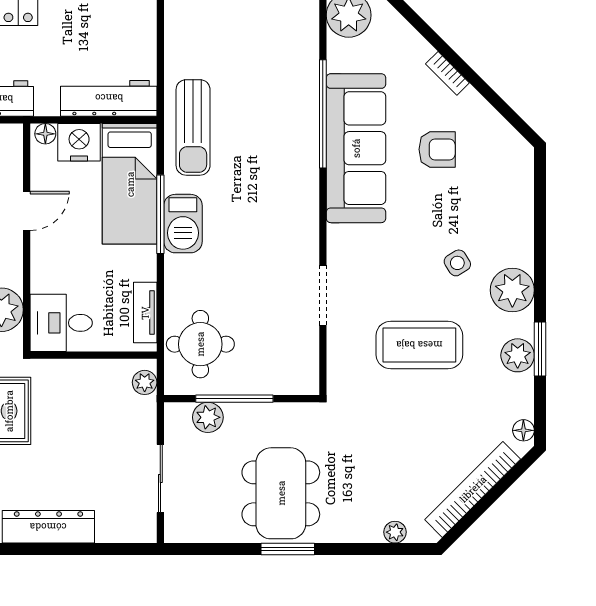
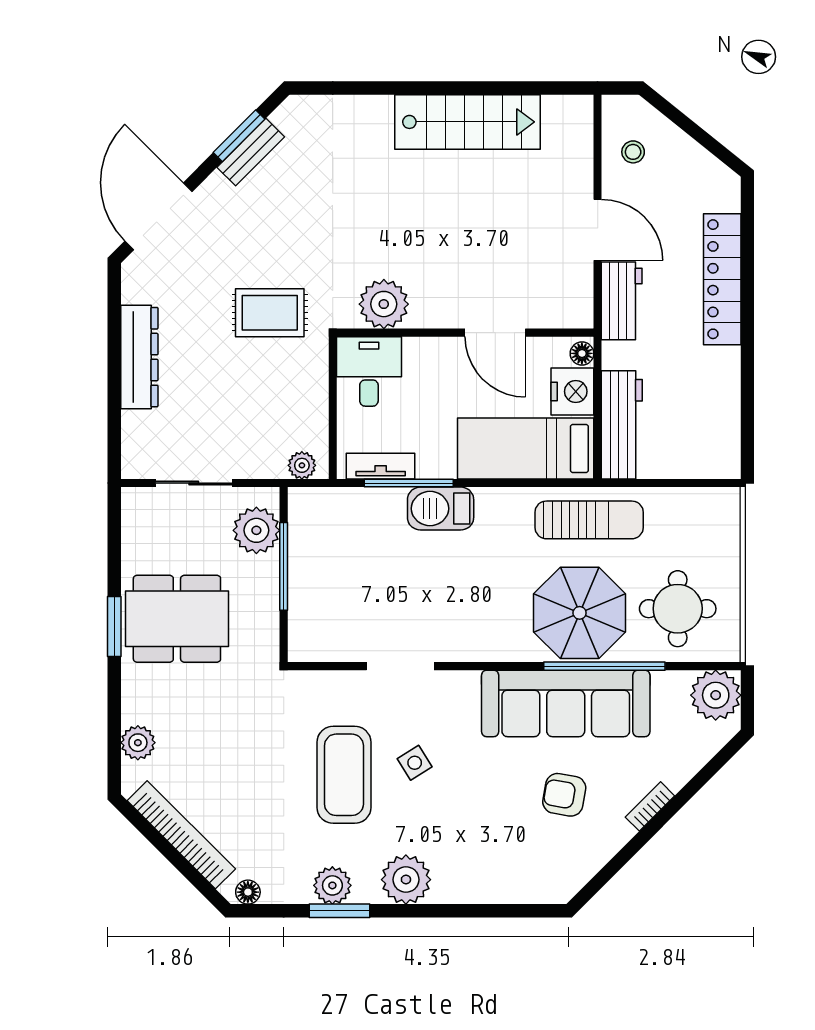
sun lounger: (193, 127) -> (589, 520), turned 180
parasol: (276, 136) -> (580, 613), added
armchair: (437, 149) -> (564, 795), turned 100
door: (27, 211) -> (495, 333), width x1.38
window: (160, 214) -> (409, 483), moved
barbecue: (183, 224) -> (441, 509), moved
side table: (457, 263) -> (415, 763), moved
round table: (200, 344) -> (678, 609), moved
plant: (208, 417) -> (256, 530), width x1.36, depth x1.36
plant: (395, 532) -> (138, 743), width x1.38, depth x1.38

